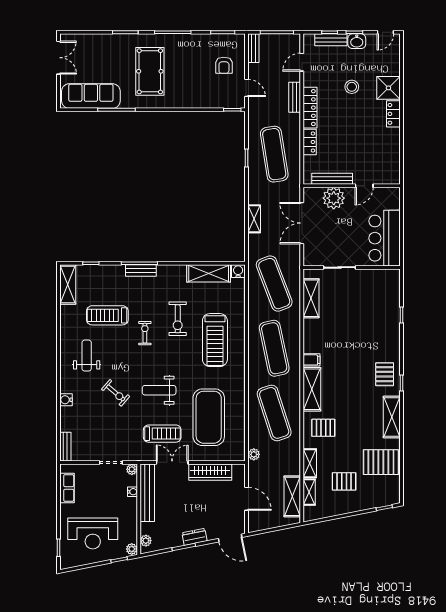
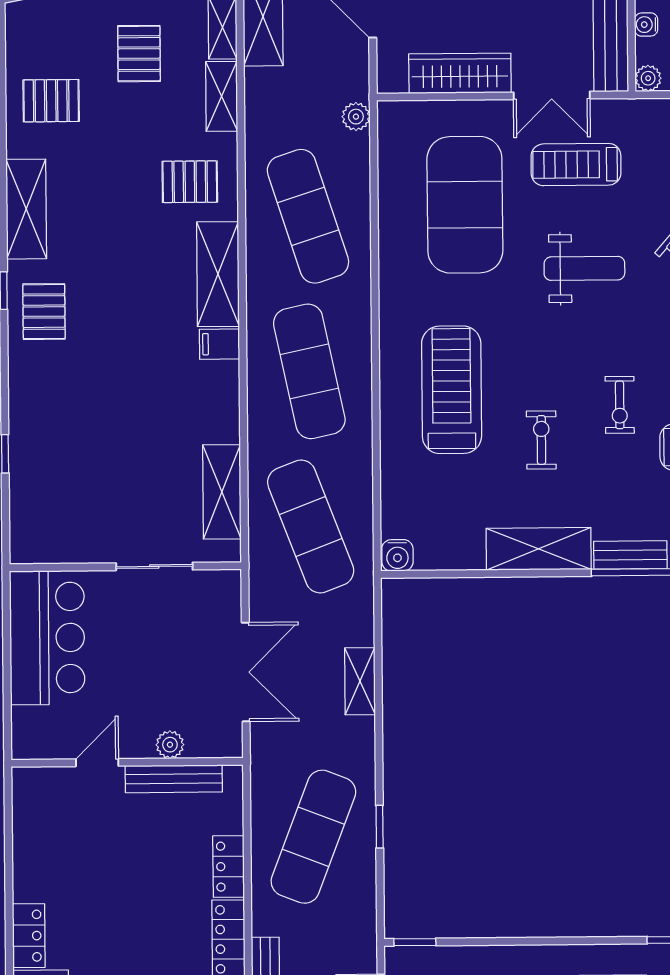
exercise mat: (274, 154) -> (313, 837), turned 30
plant: (334, 198) -> (170, 745), width x0.53, depth x0.53
shelving: (209, 273) -> (539, 549), moved
exercise bike: (178, 319) -> (541, 440), width x0.73, depth x0.72
pallet: (381, 462) -> (51, 101), width x0.67, depth x0.71
pallet: (344, 481) -> (139, 54), turned 90

